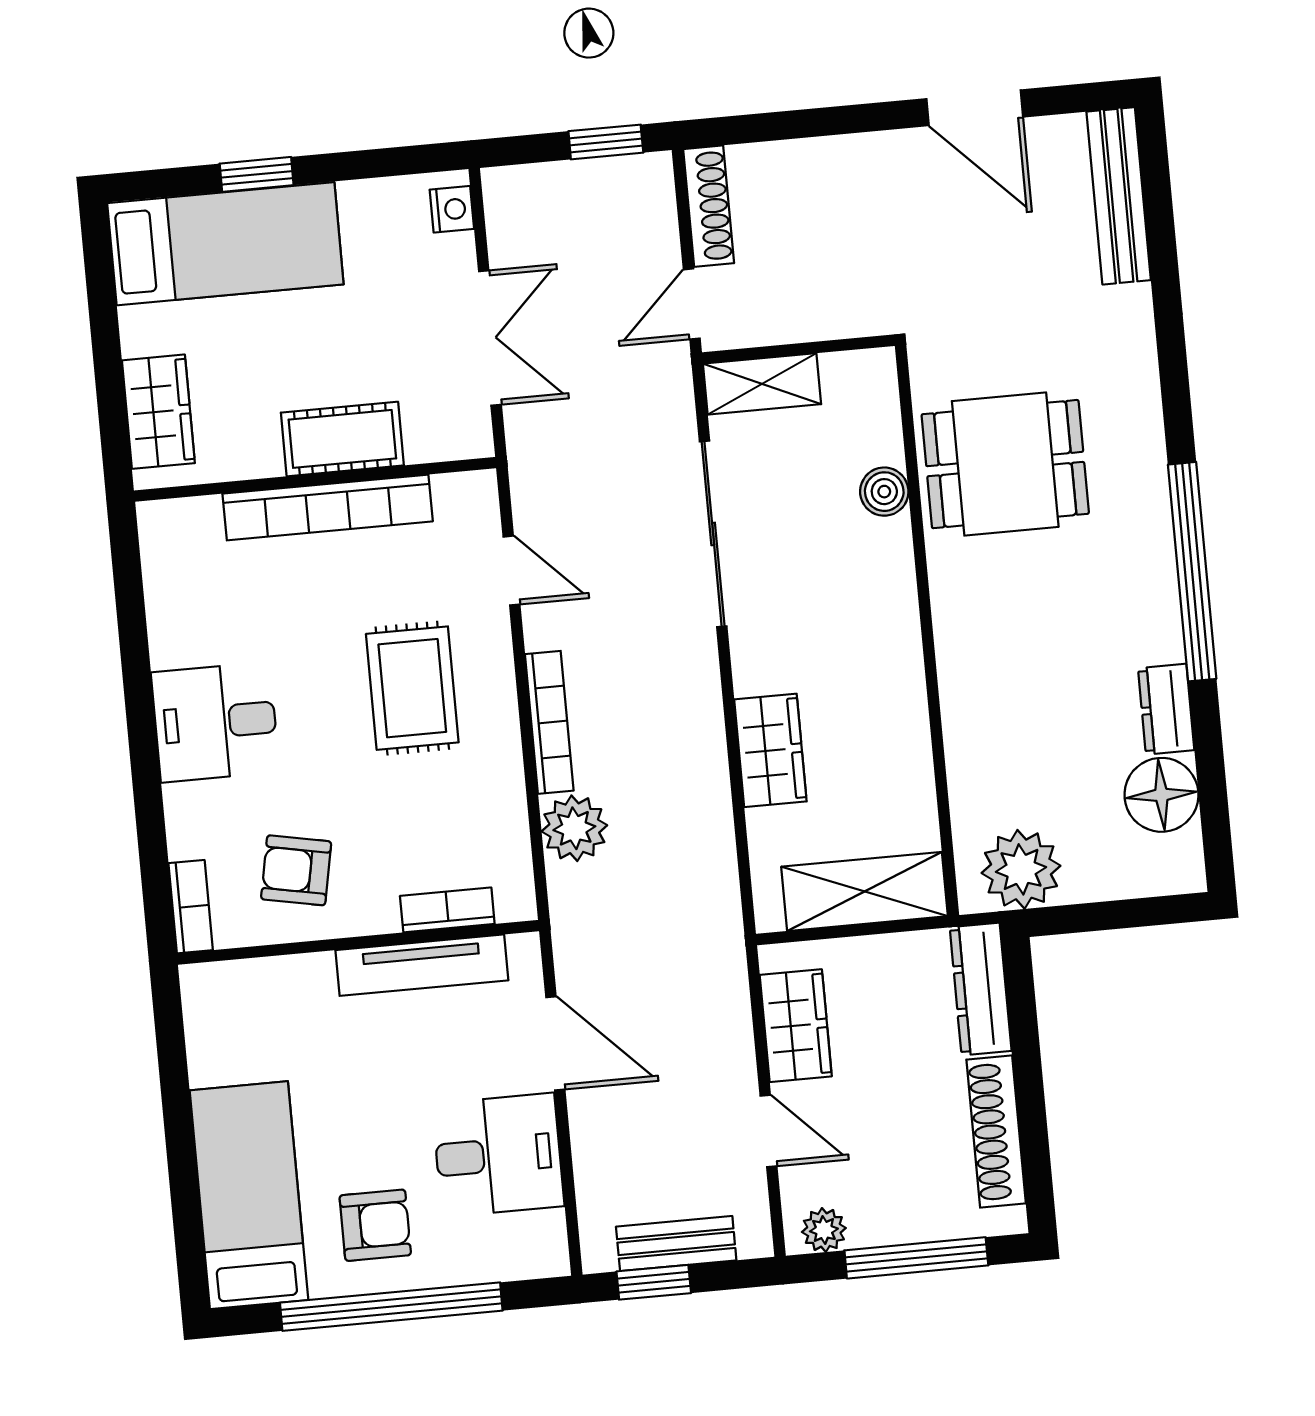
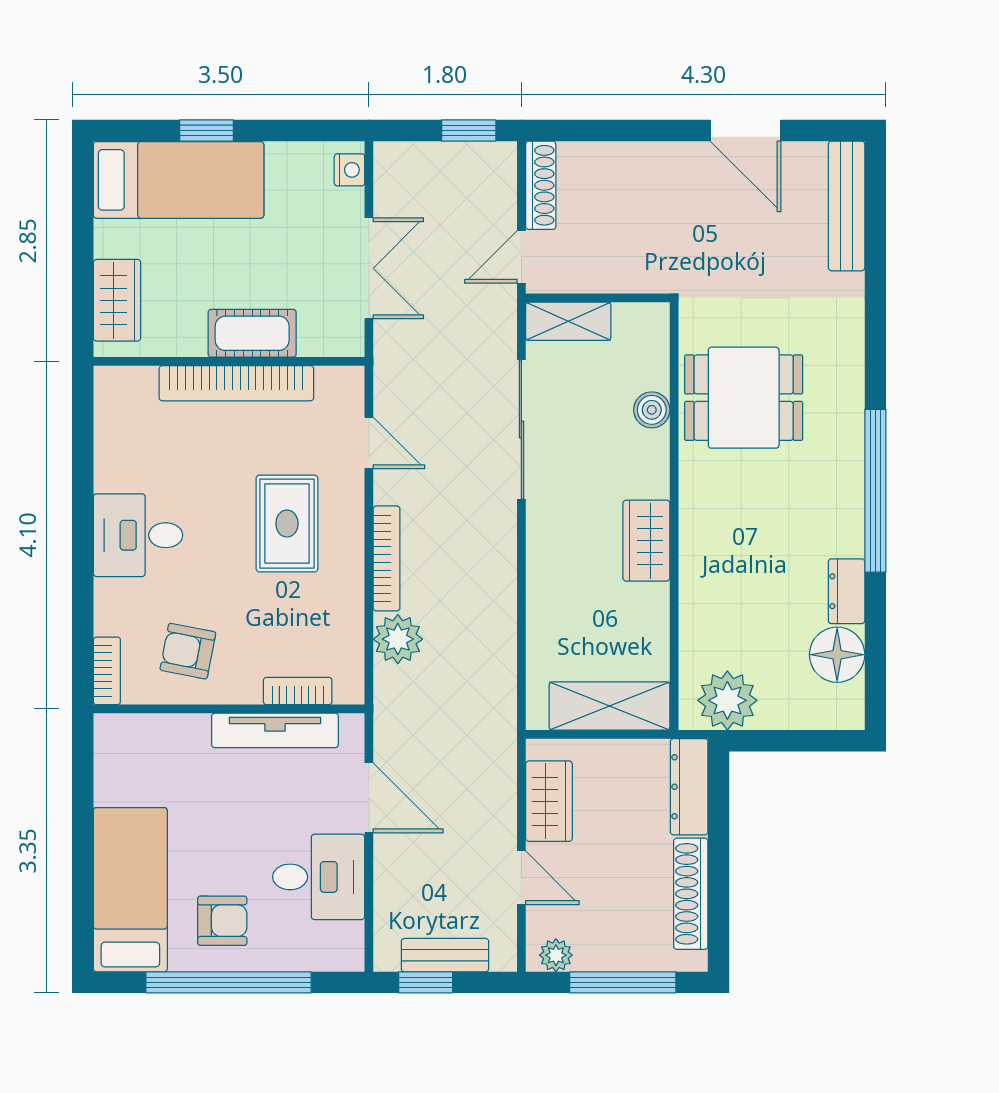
wardrobe: (770, 750) -> (646, 541), moved, turned 180

